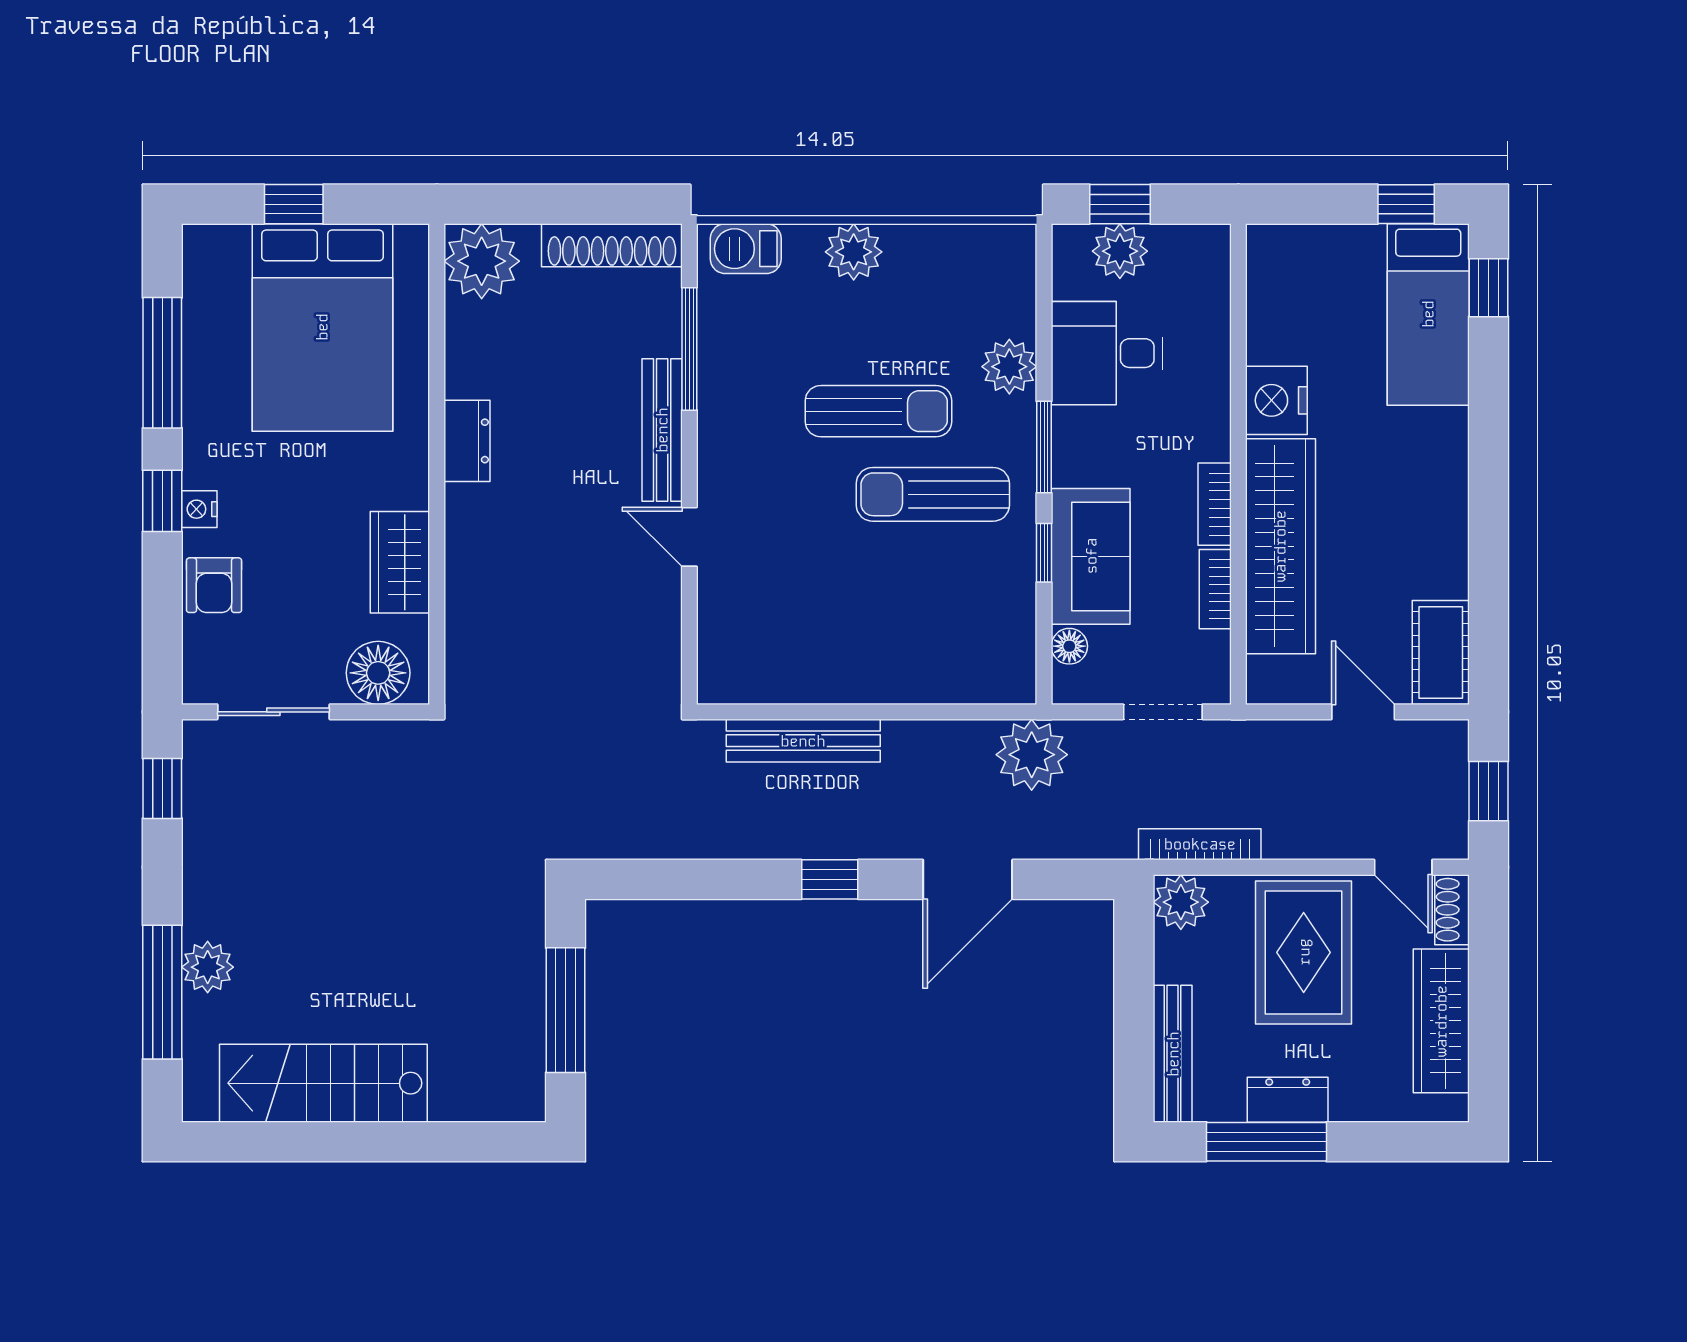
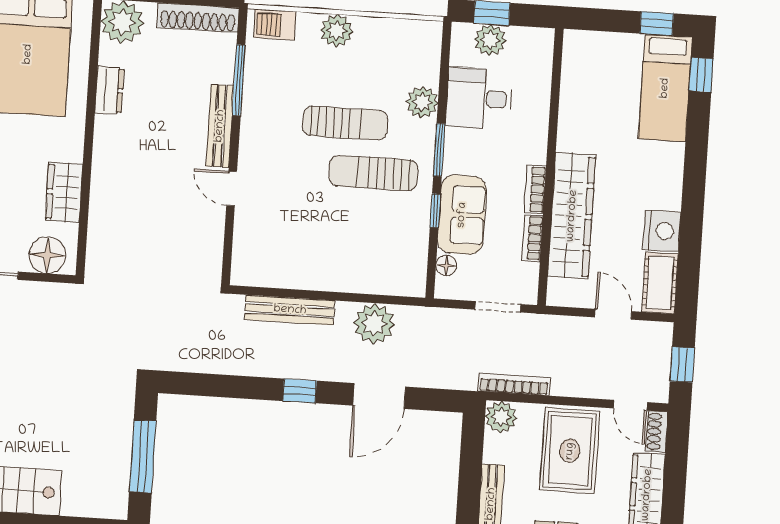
nightstand: (1276, 400) -> (662, 231), moved, turned 180
dresser: (467, 441) -> (109, 90), moved
plant: (1032, 755) -> (374, 324), moved

